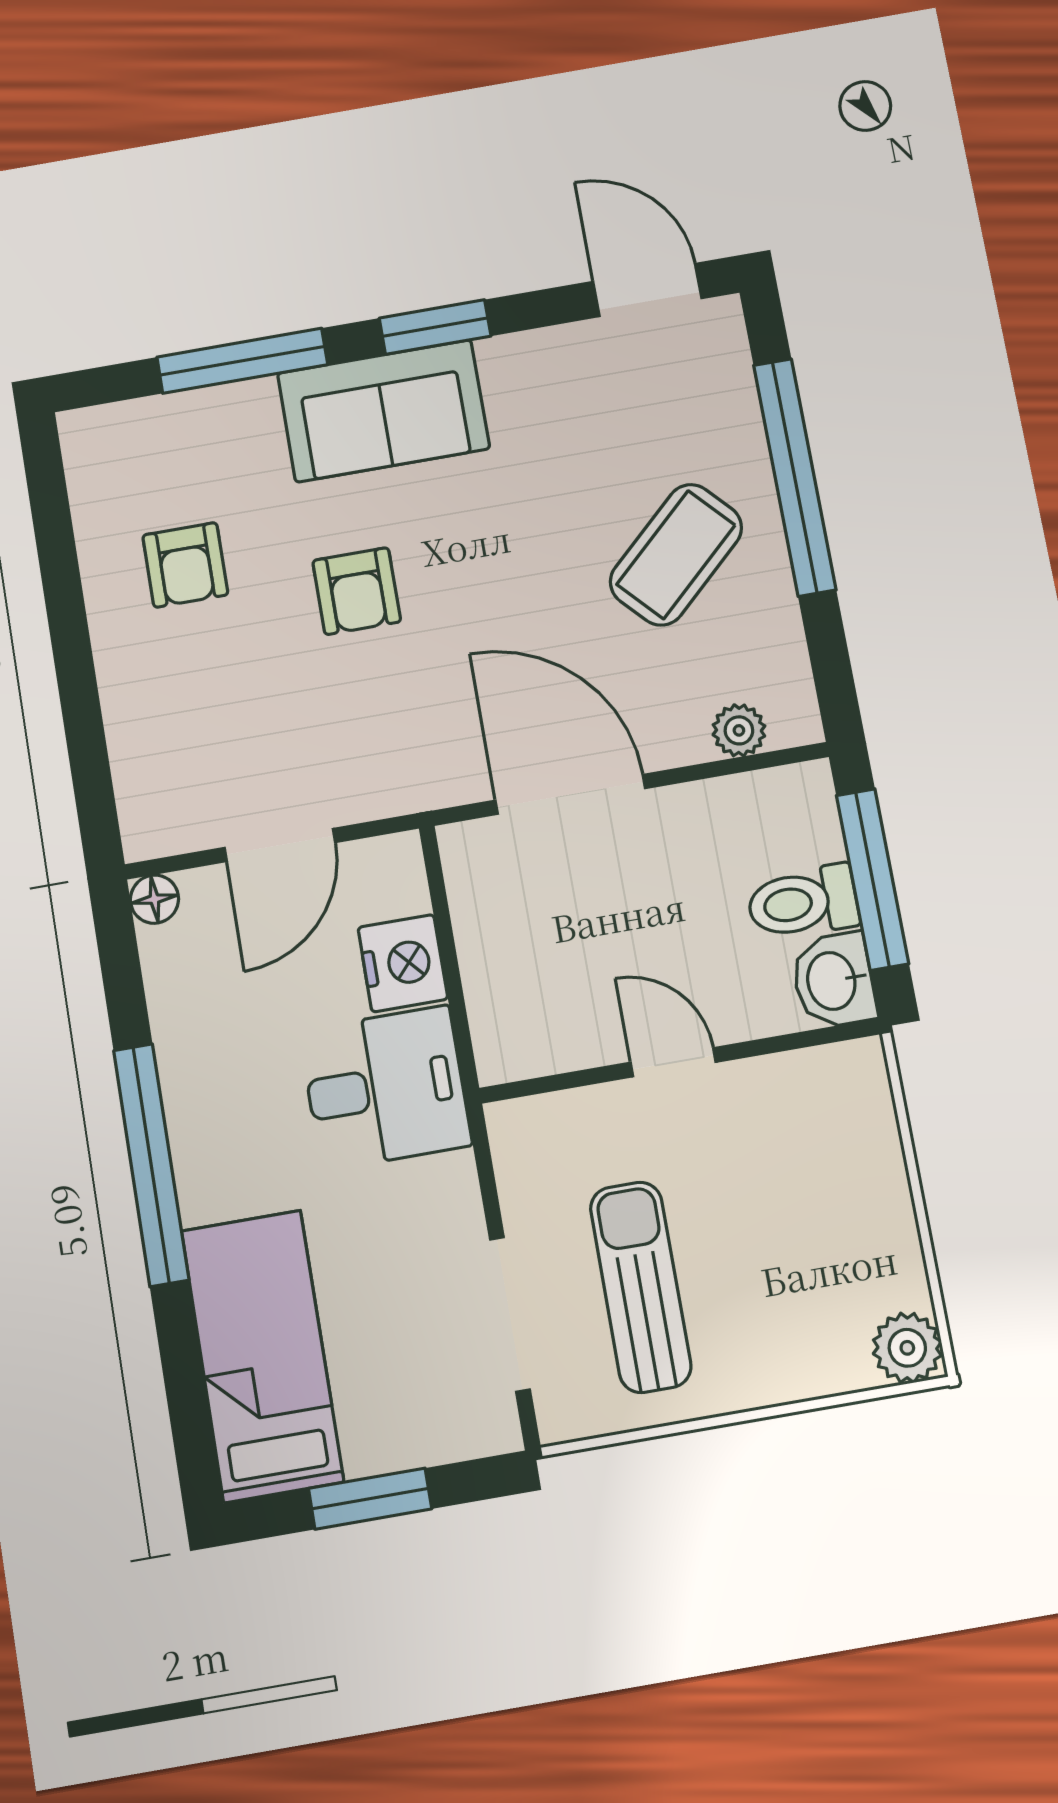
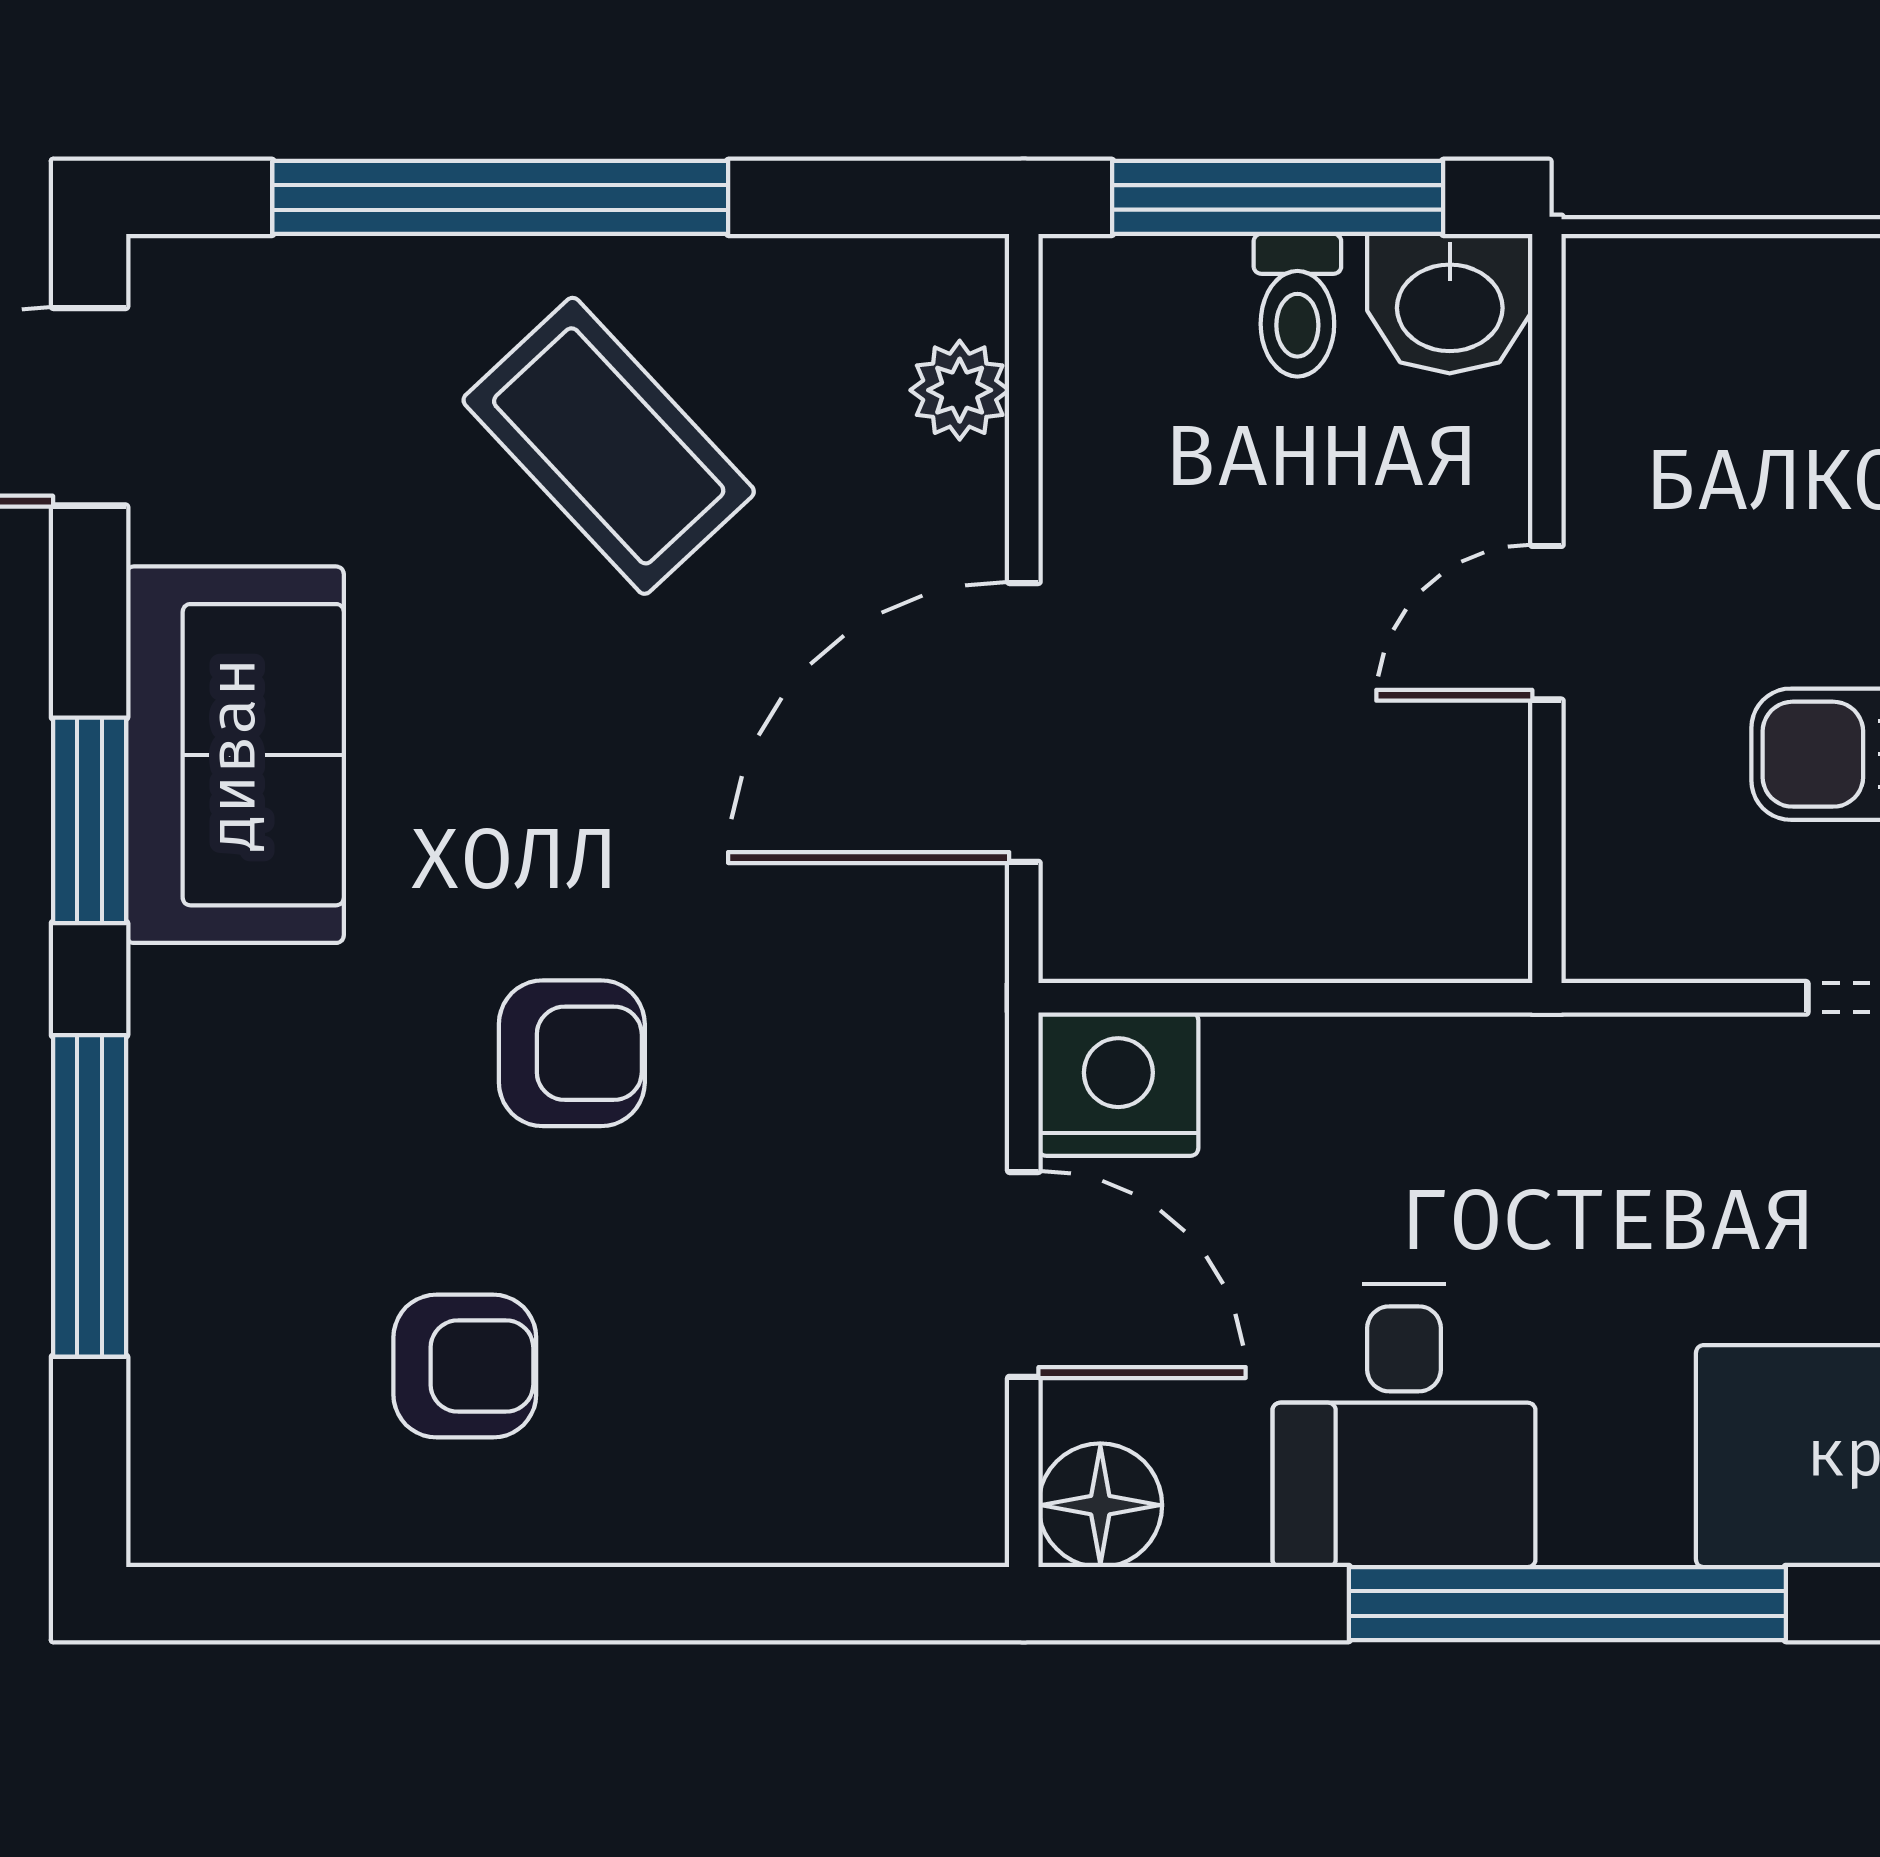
sofa: (383, 411) -> (235, 755), moved
floor lamp: (154, 899) -> (1100, 1505), width x1.37, depth x1.37
toilet: (803, 902) -> (1297, 305), width x0.73, depth x0.72
nightstand: (403, 963) -> (1118, 1084), moved
desk: (385, 1088) -> (1404, 1425), moved, turned 180

